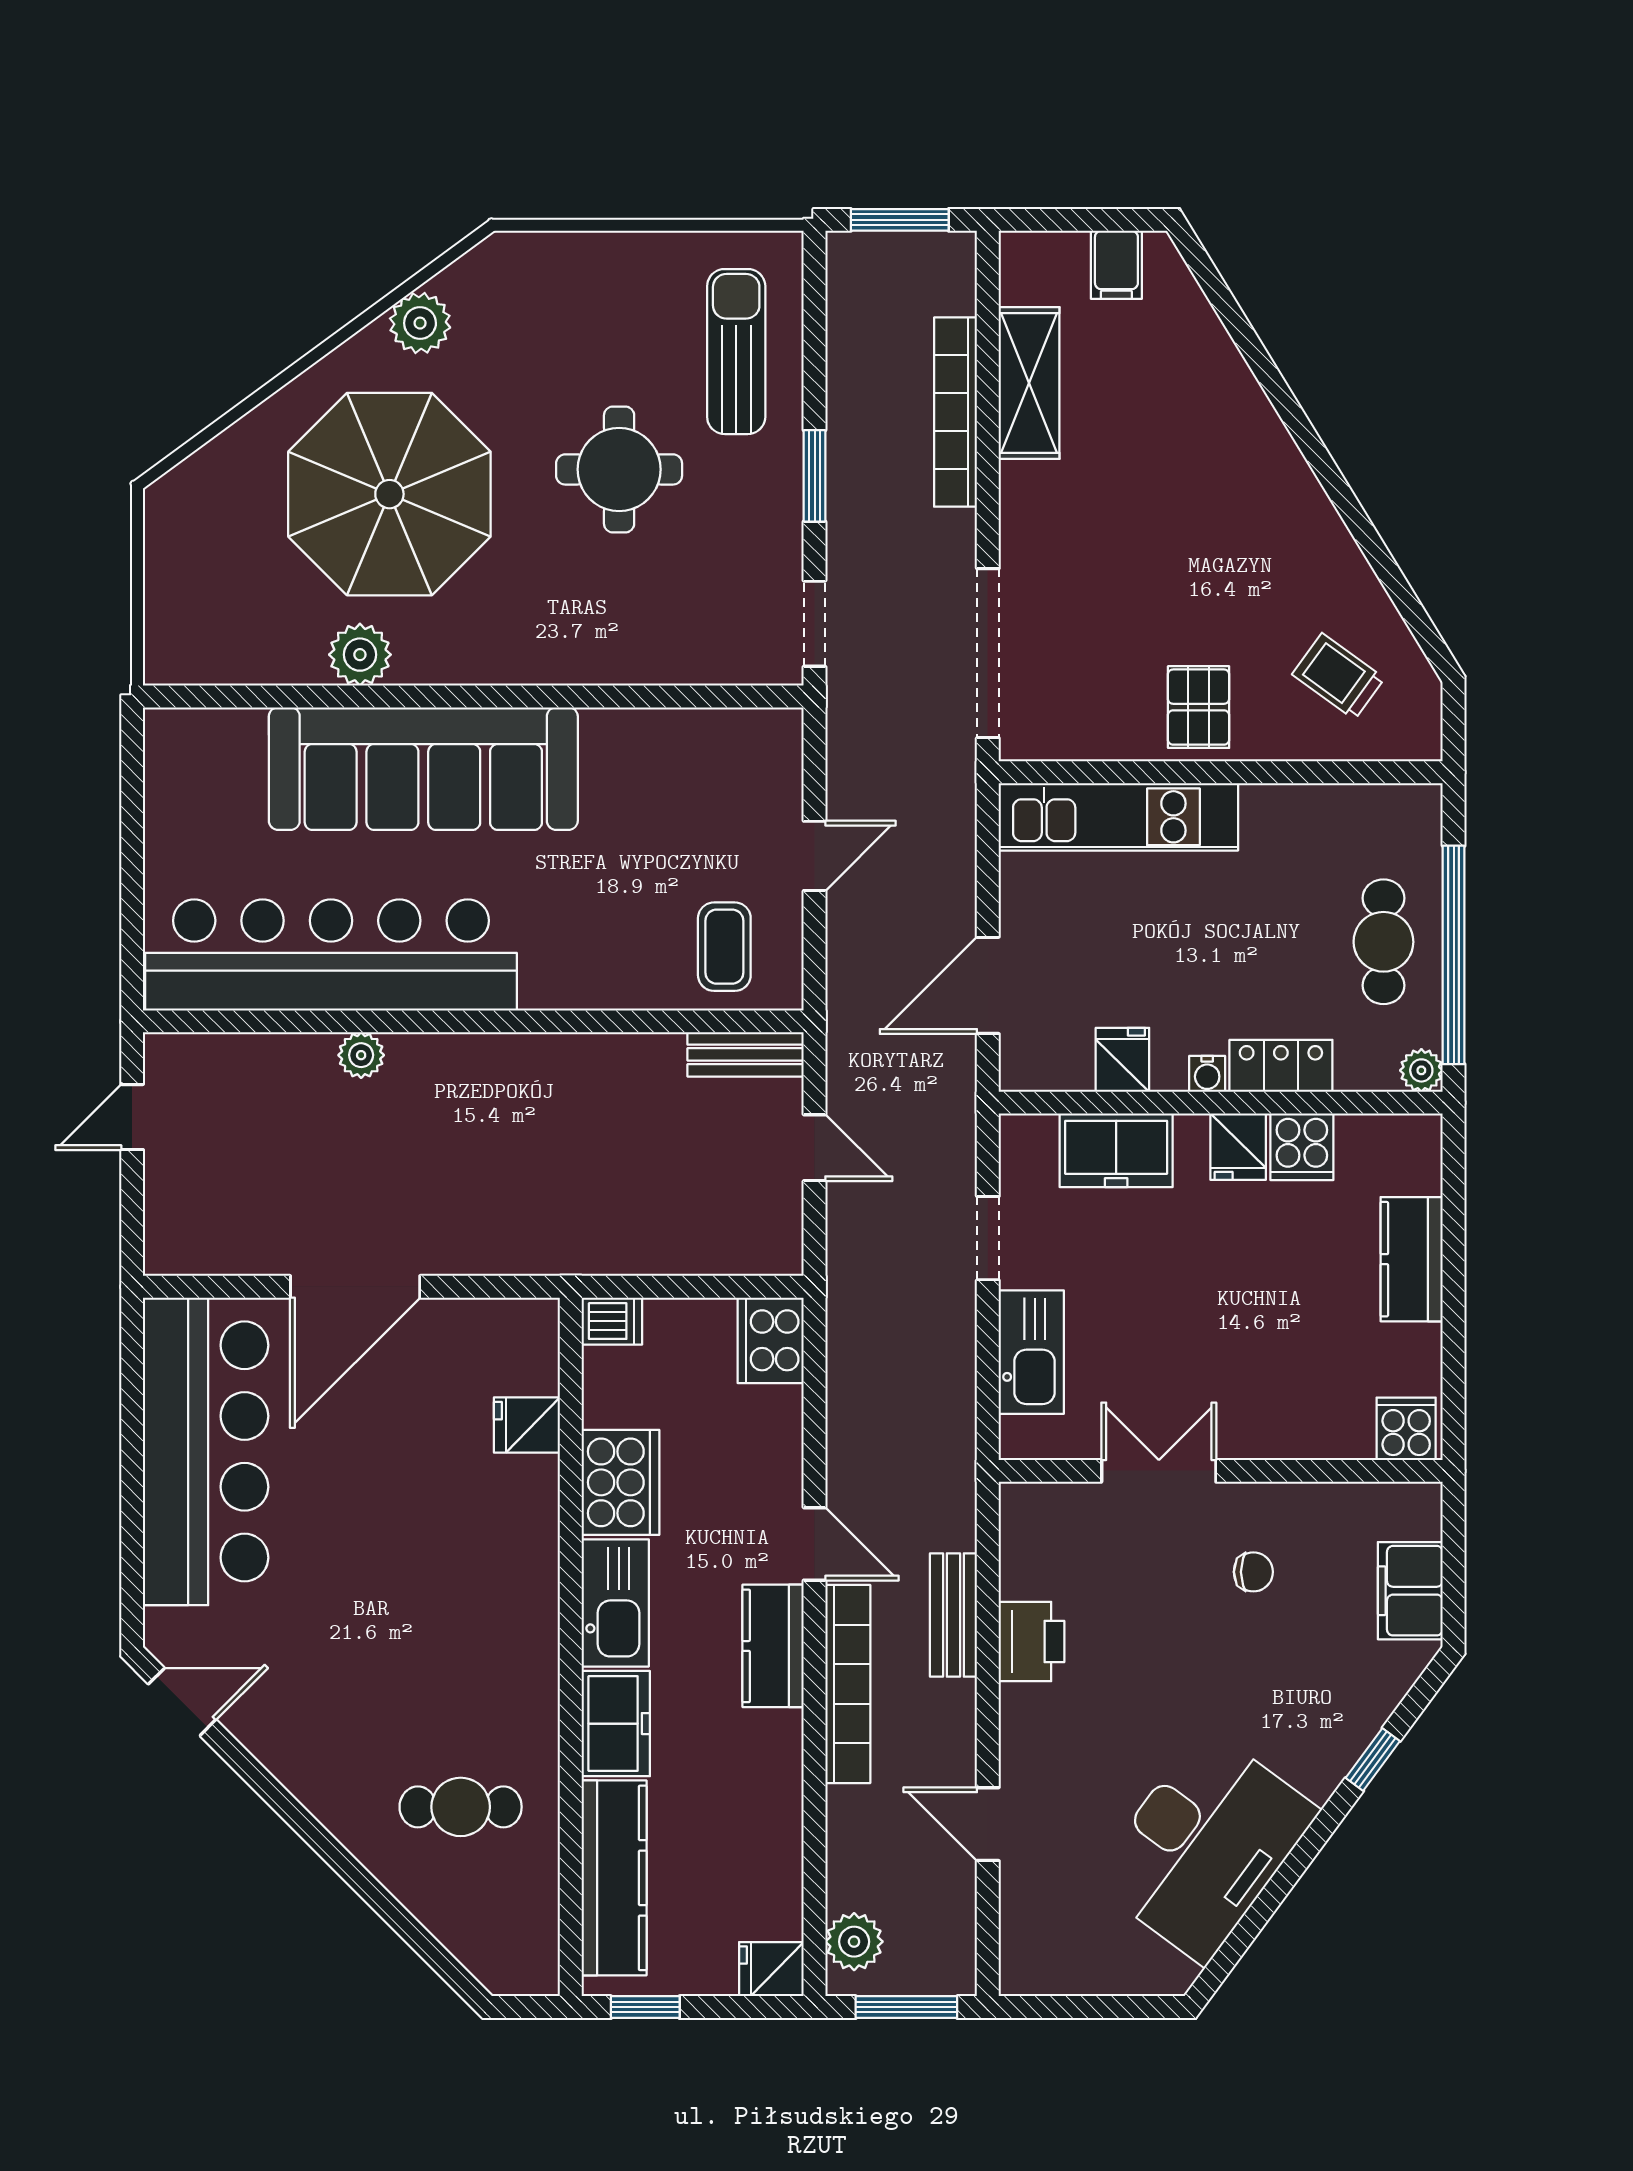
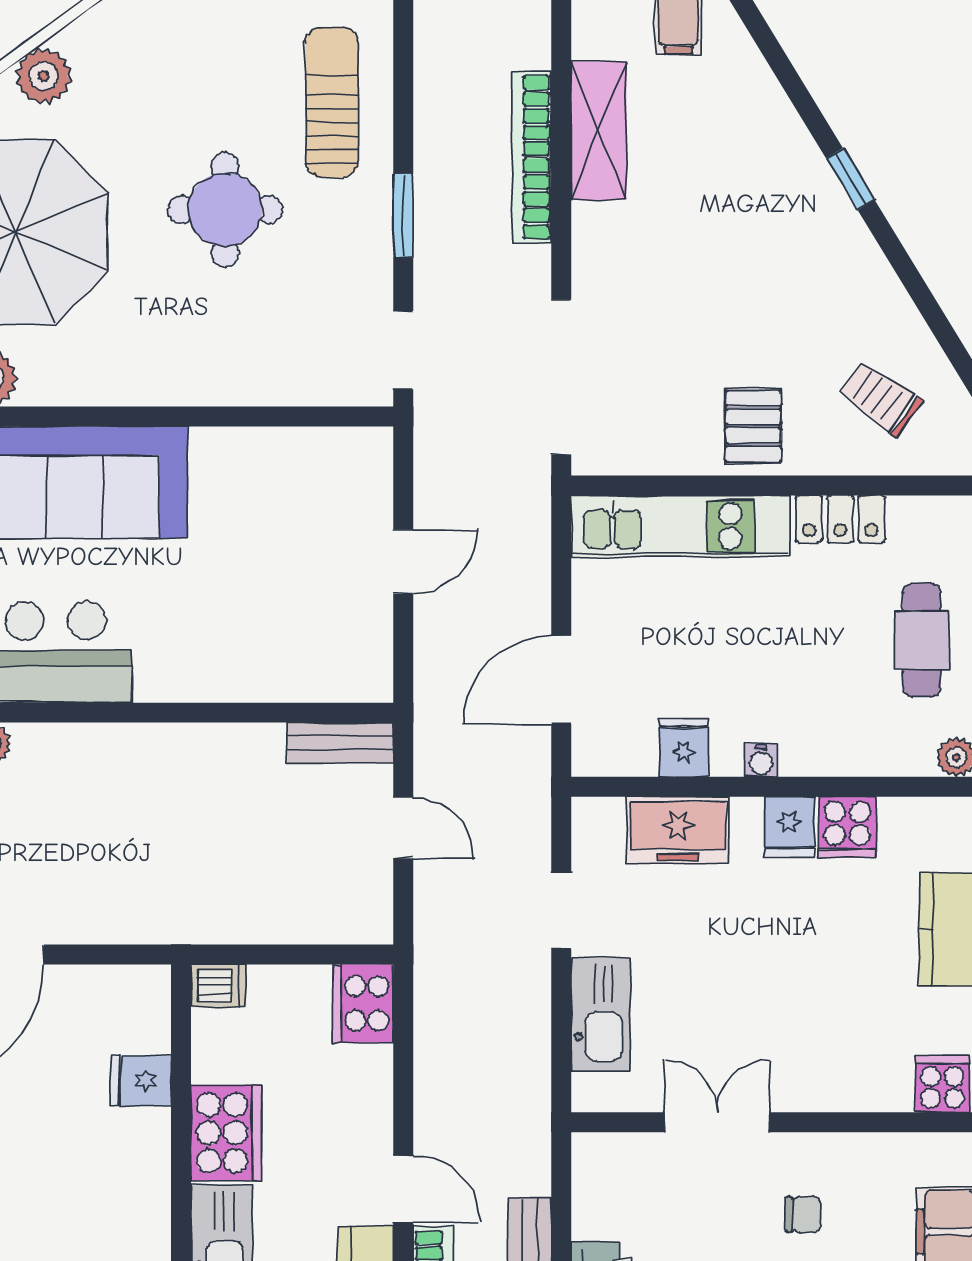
window: (1305, 436) -> (850, 179), added
coffee table: (724, 947) -> (321, 645), removed
locker: (1281, 1066) -> (840, 519), moved, turned 180

